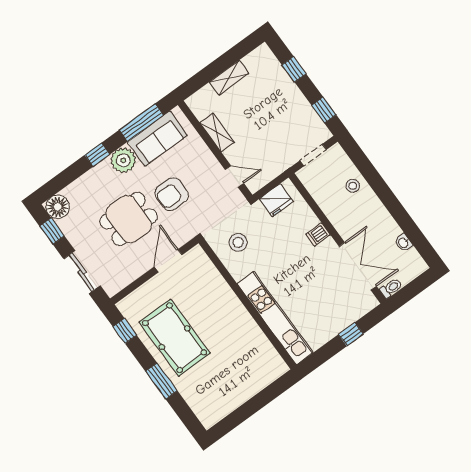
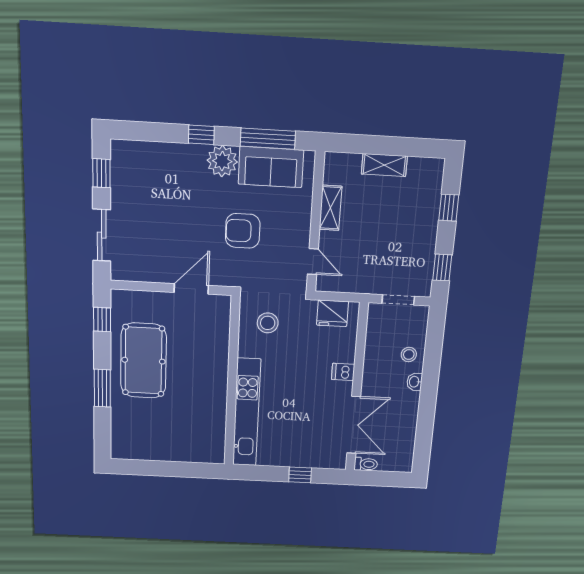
floor lamp: (58, 207) -> (124, 154), removed
dining table: (129, 219) -> (184, 221), removed
washbasin: (404, 243) -> (414, 382), moved

